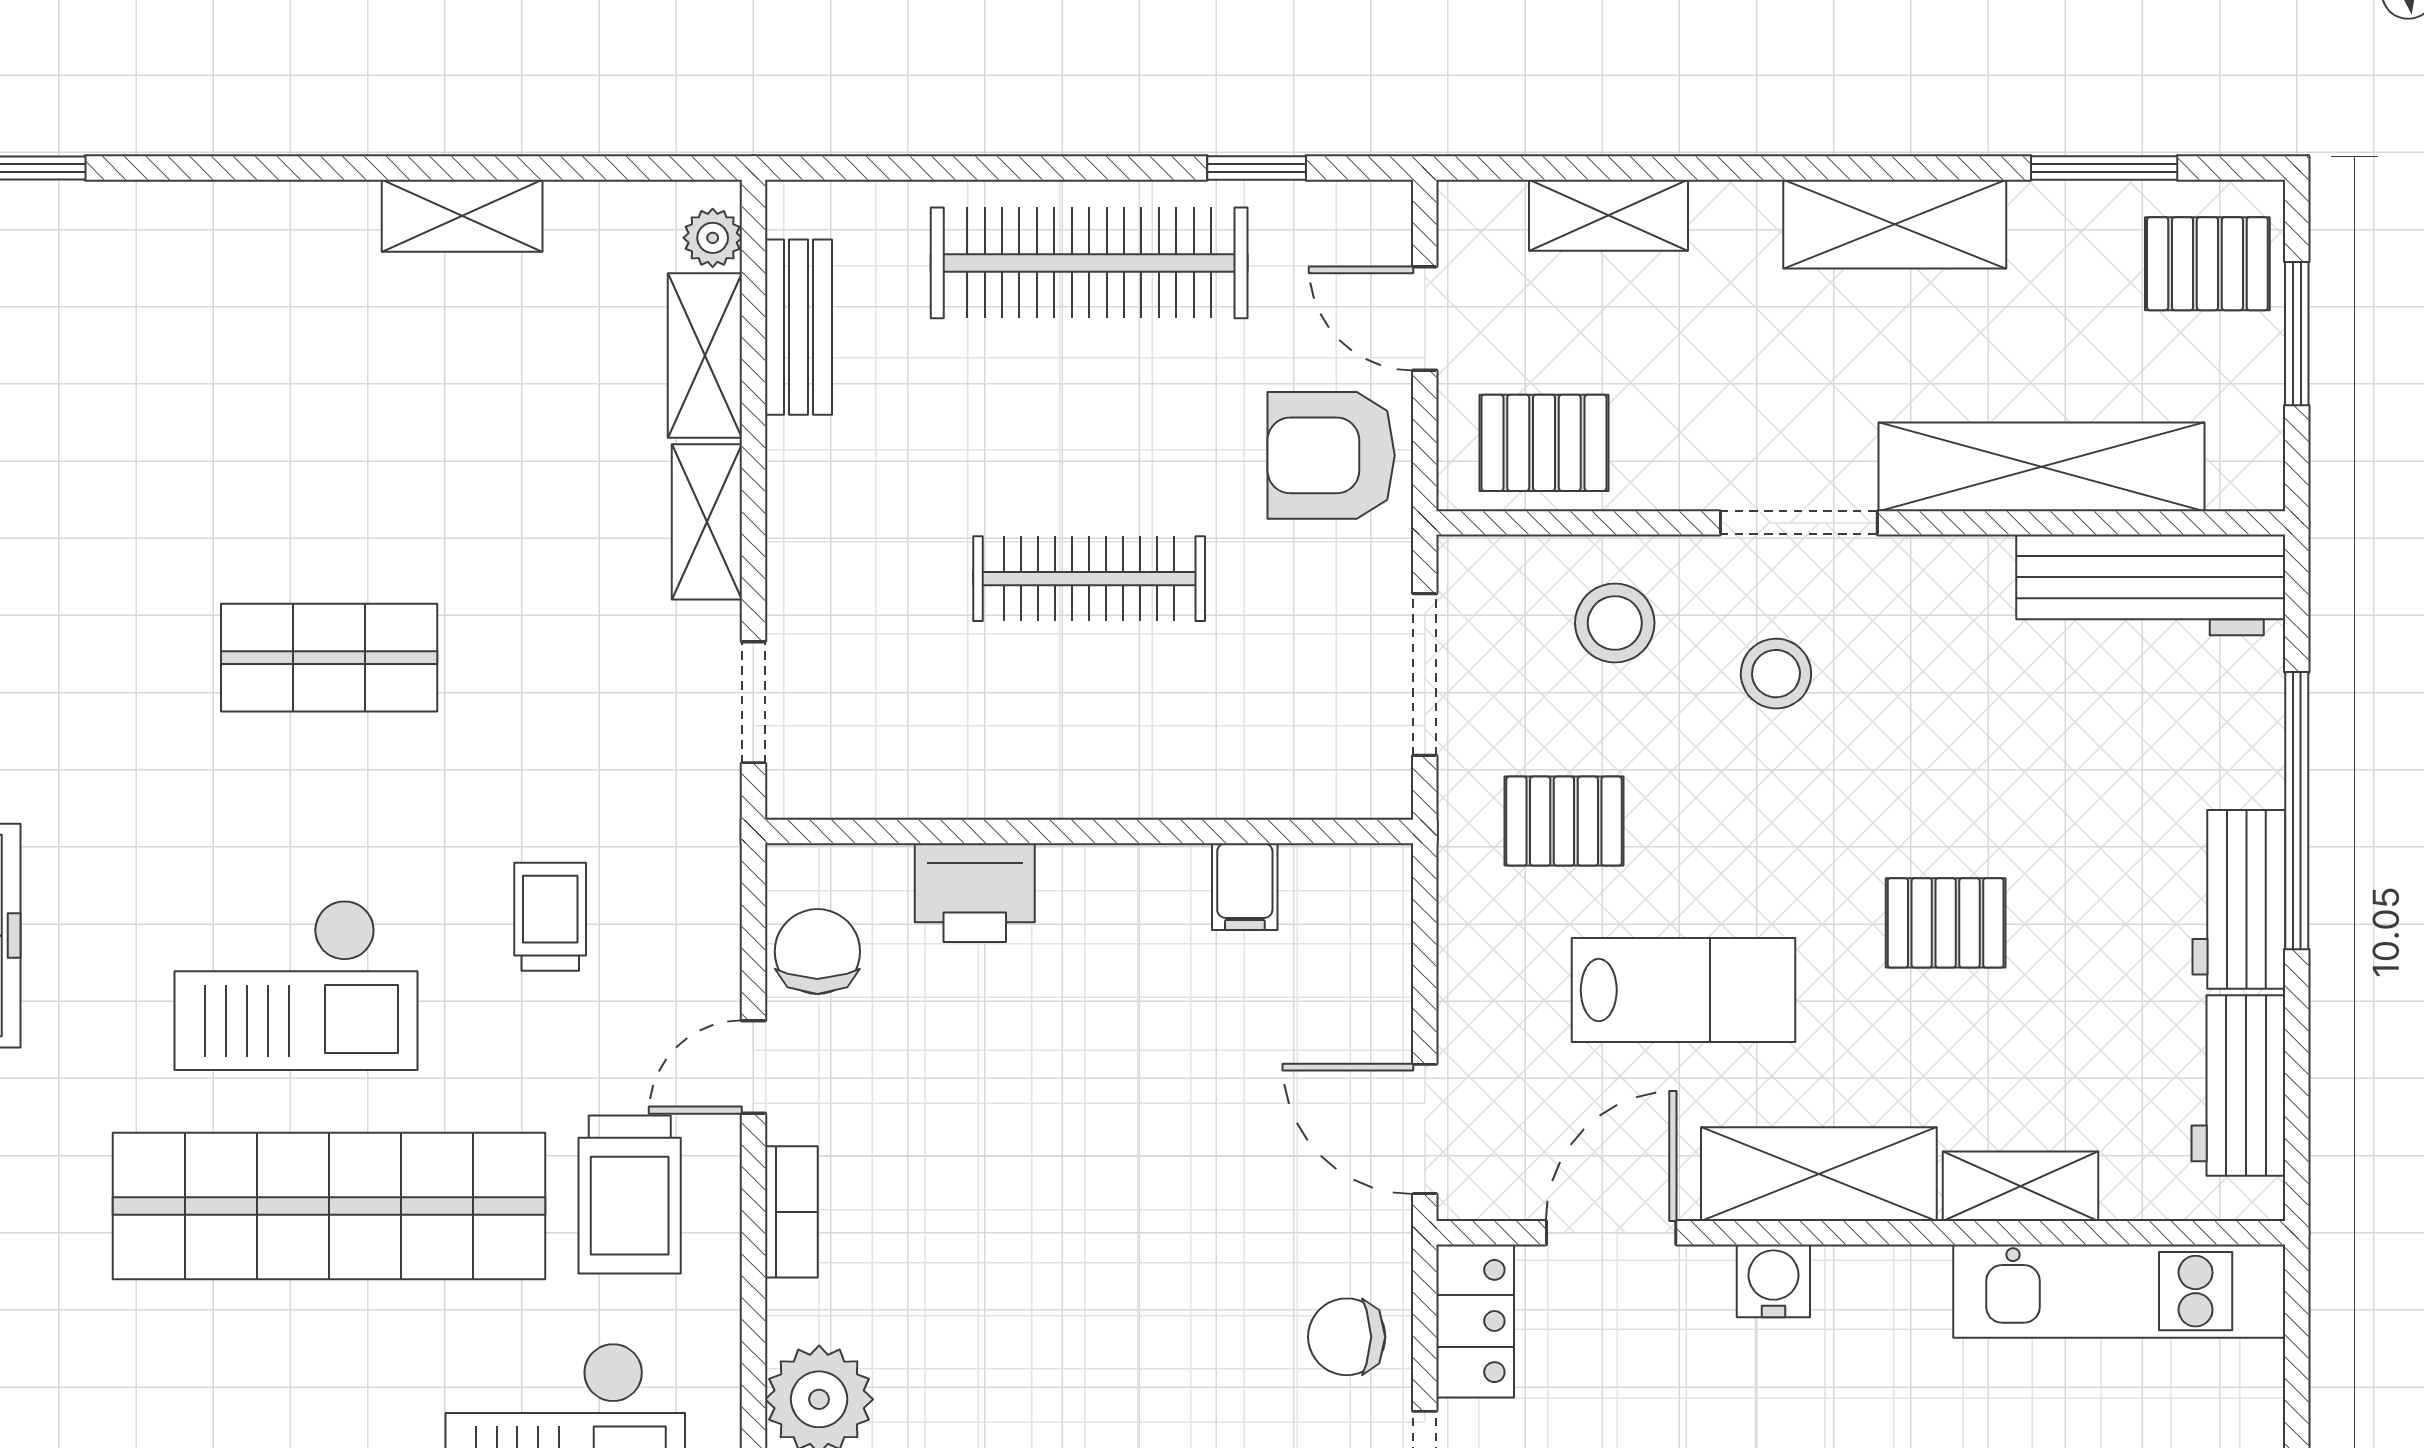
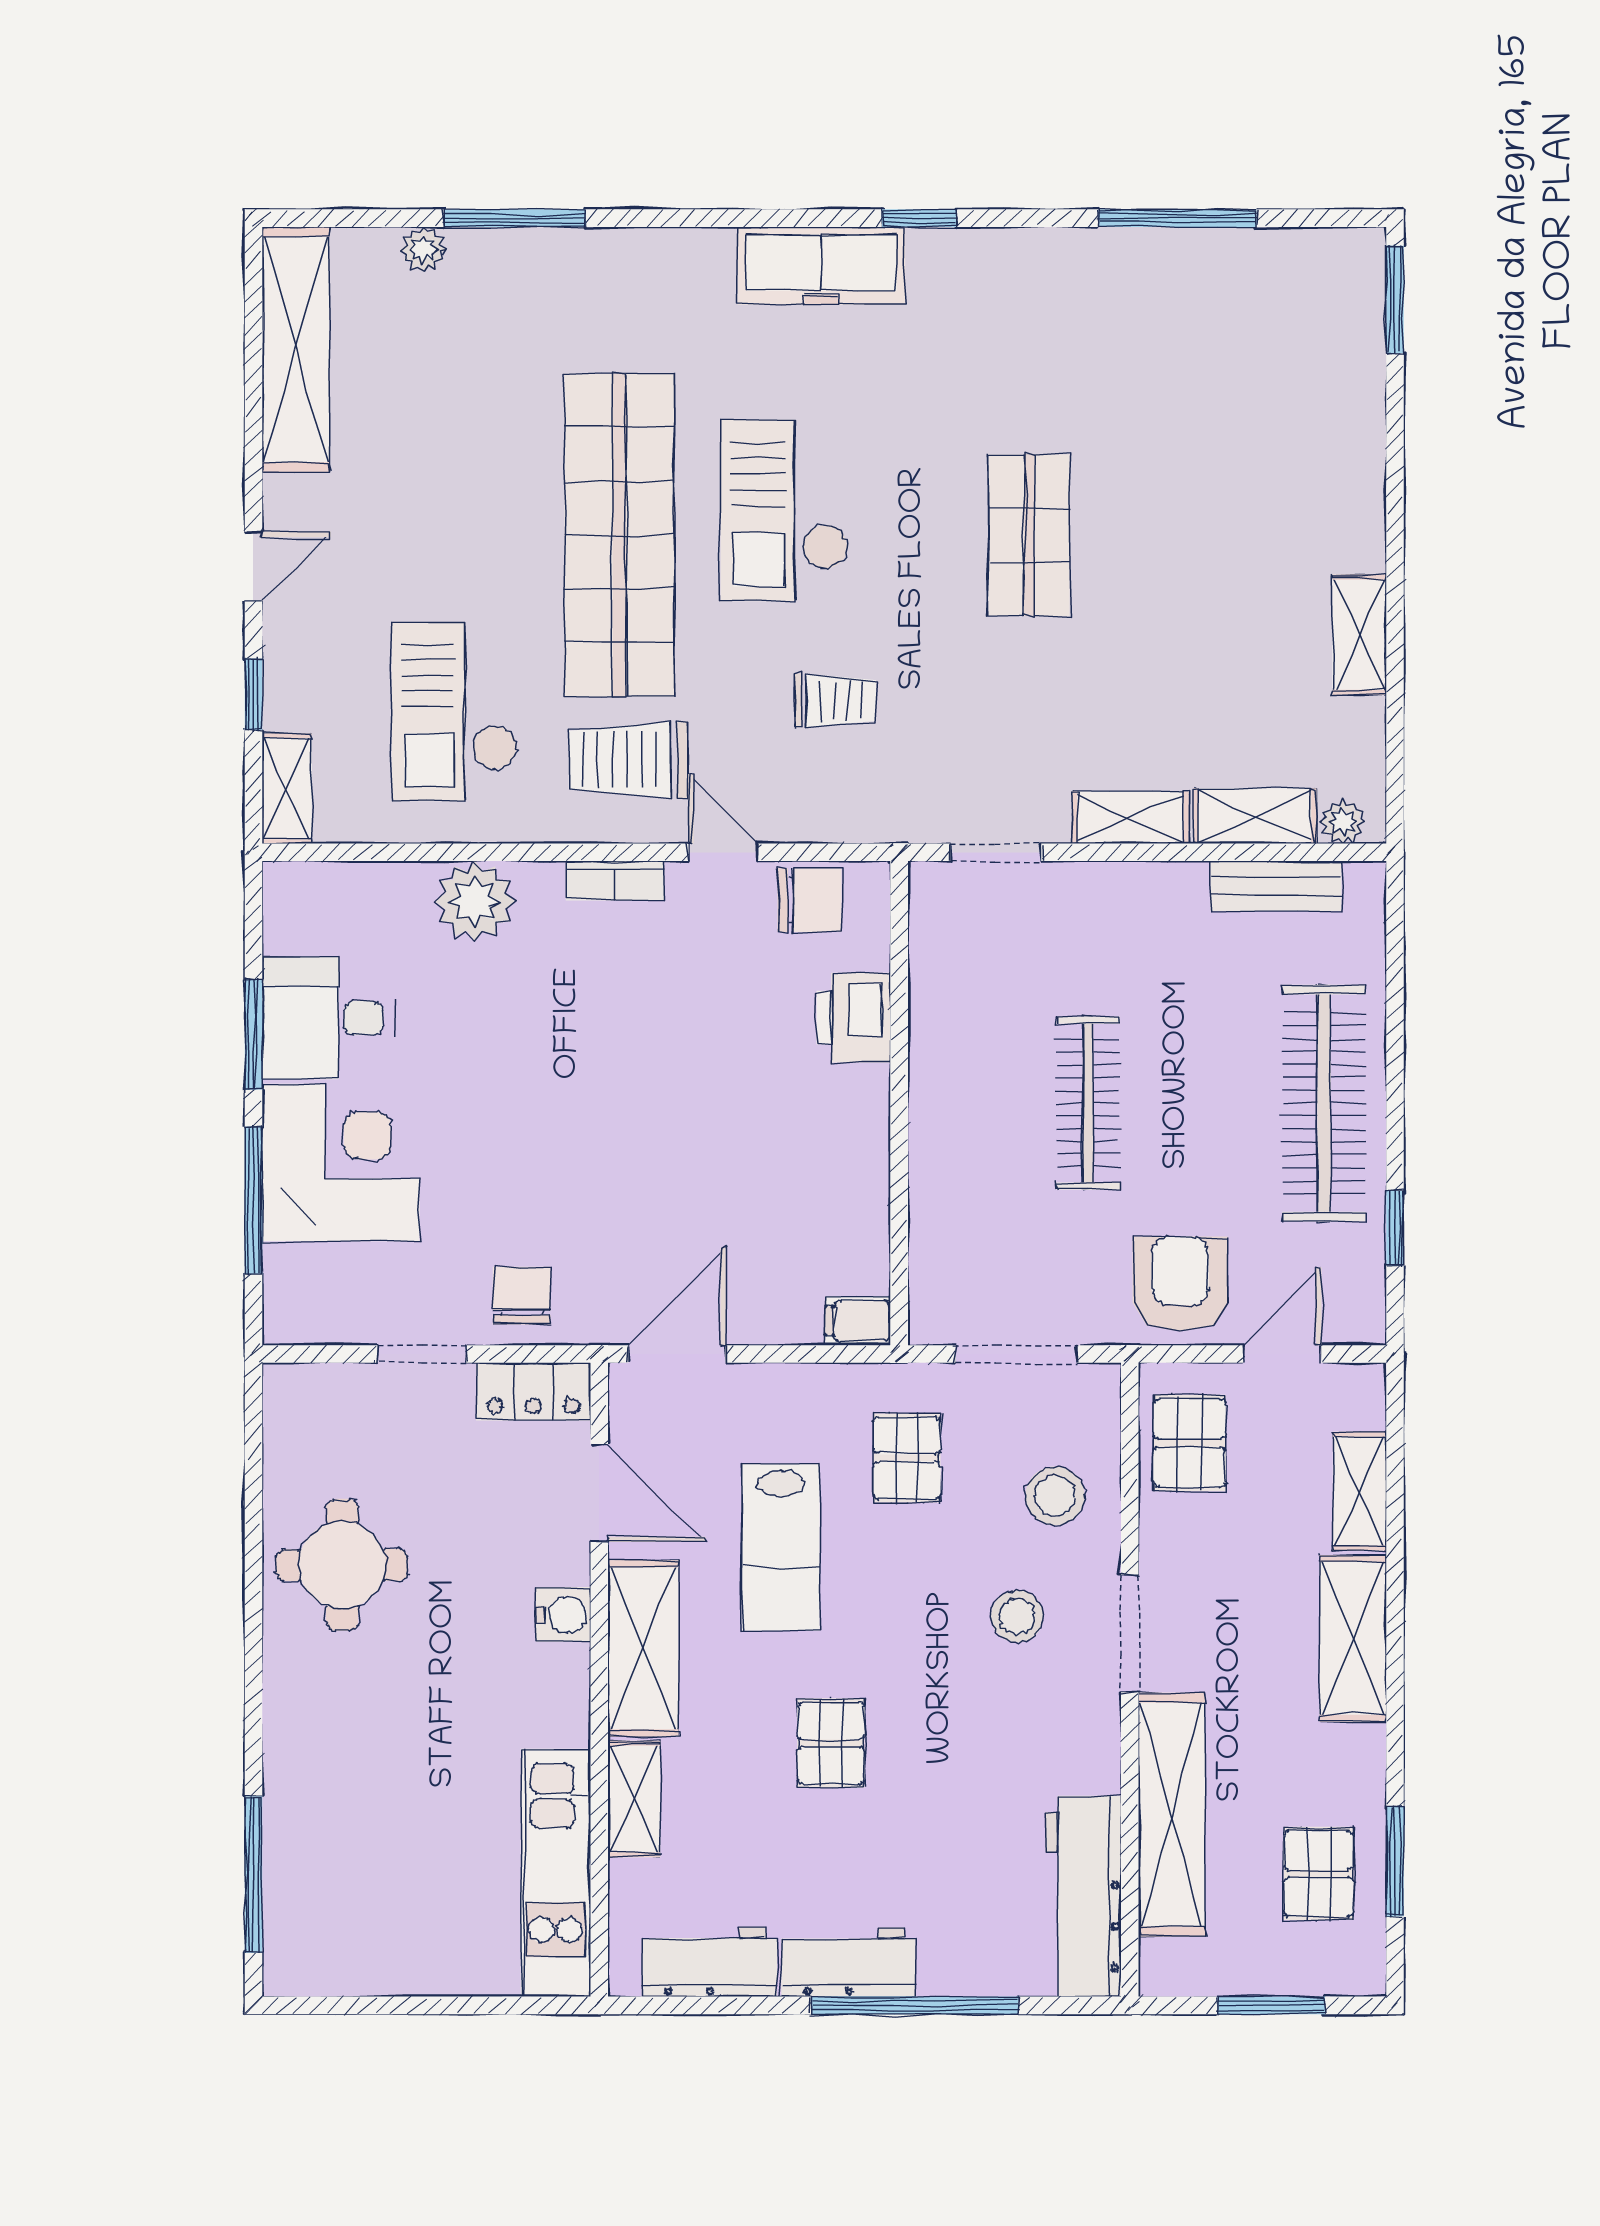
shelving: (1895, 224) -> (1353, 1638), moved
pallet: (2207, 264) -> (1319, 1873), moved
filing cabinet: (1245, 887) -> (858, 1321), moved

